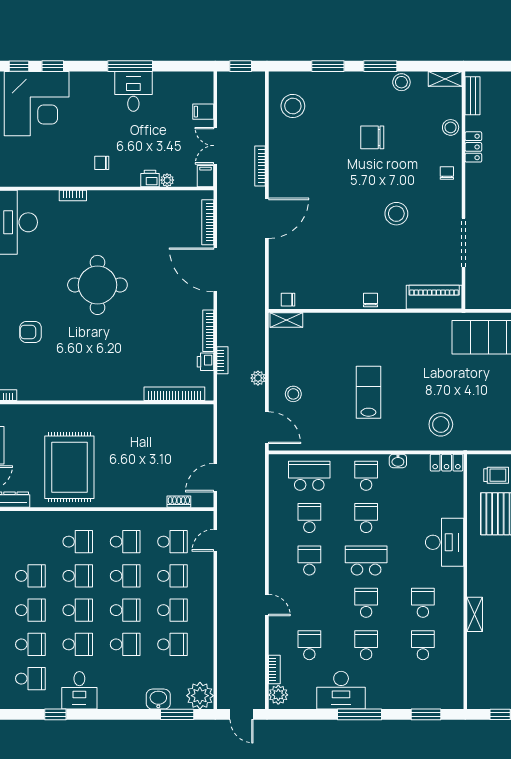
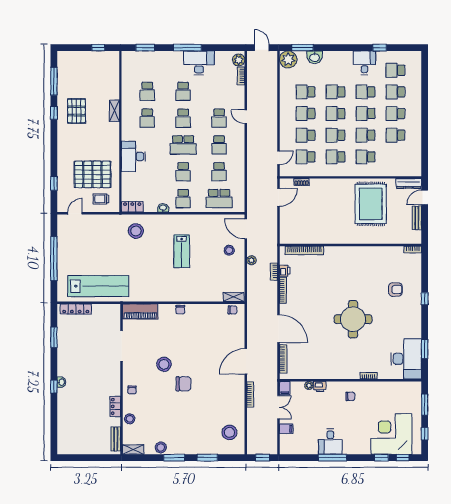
chair: (372, 137) -> (183, 384), moved
school desk: (309, 645) -> (219, 118), moved

